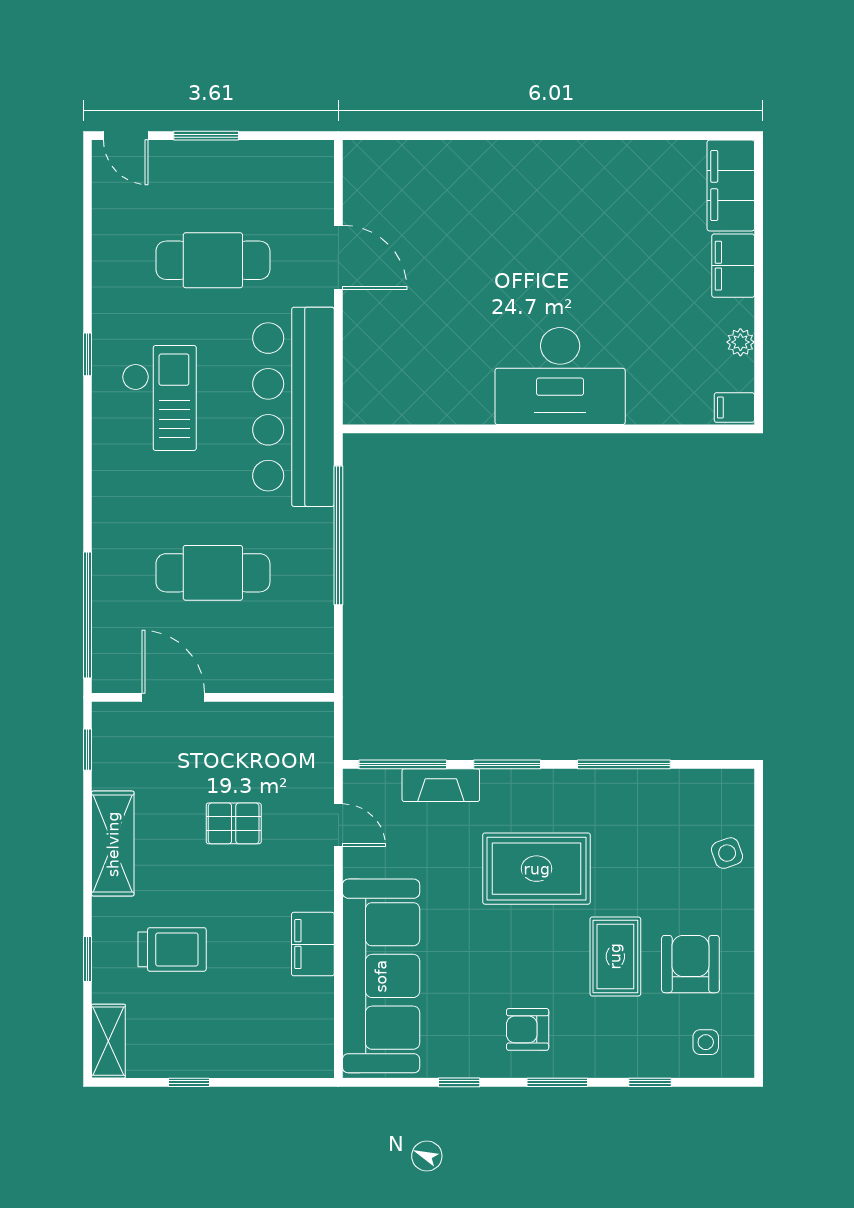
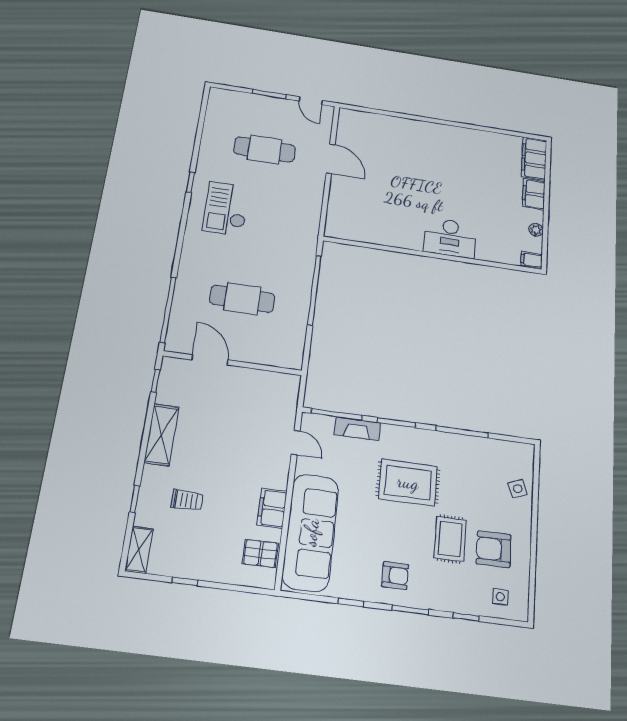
door: (126, 136) -> (311, 101), moved
desk: (560, 376) -> (450, 238), width x0.73, depth x0.77
checkout: (159, 398) -> (226, 209), turned 180
bar counter: (293, 407) -> (298, 224), removed
pallet: (234, 823) -> (261, 553), moved
trolley: (172, 949) -> (187, 500), width x0.73, depth x0.72
armchair: (690, 964) -> (494, 549), turned -91
armchair: (528, 1029) -> (395, 575), turned 180

